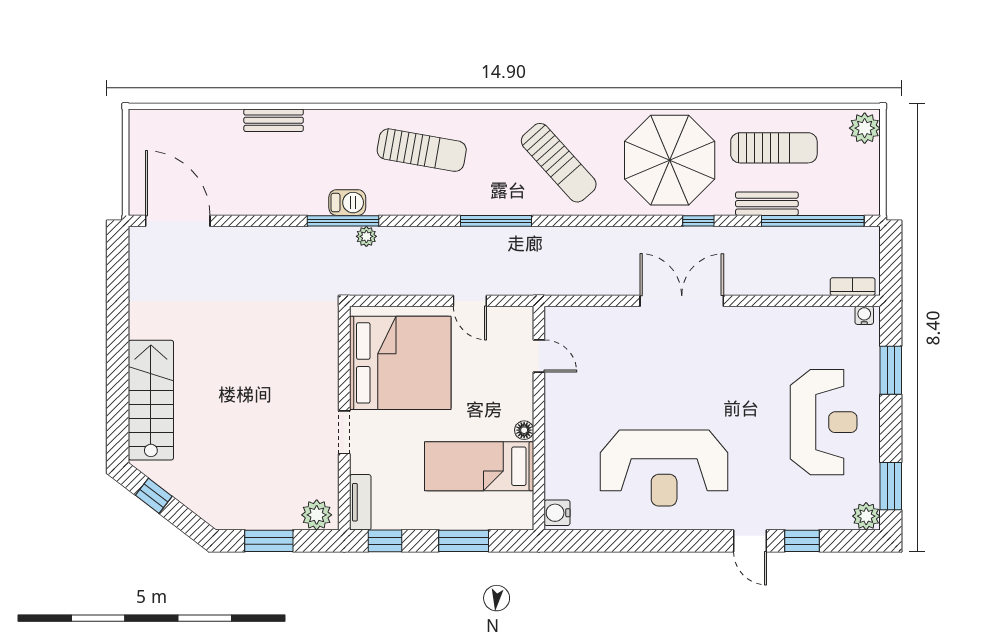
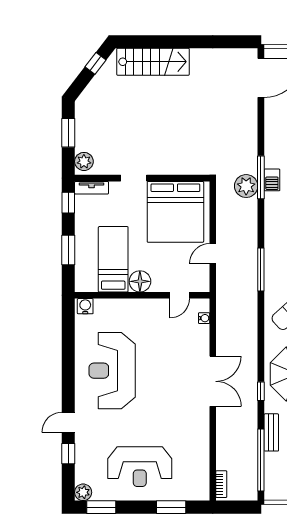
plant: (366, 236) -> (246, 186), width x1.88, depth x1.88
water cooler: (864, 315) -> (204, 318), moved
floor lamp: (524, 430) -> (140, 281), width x1.89, depth x1.89

